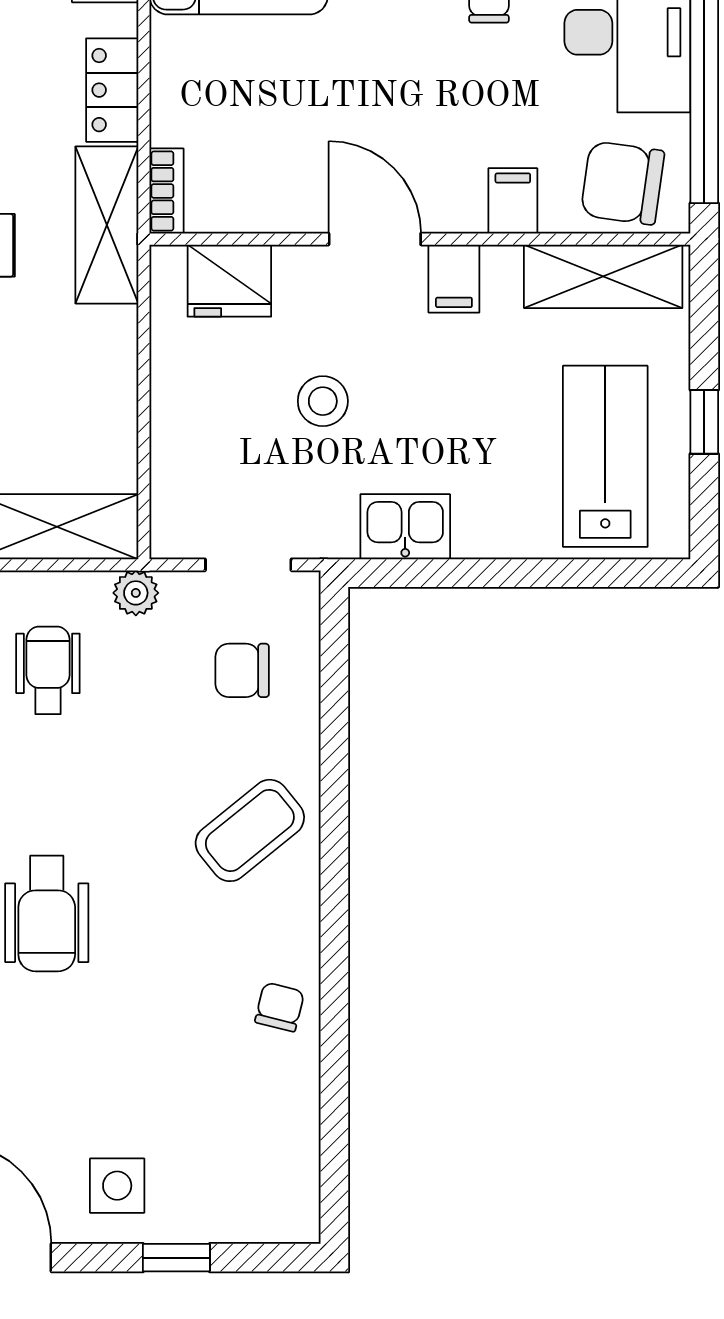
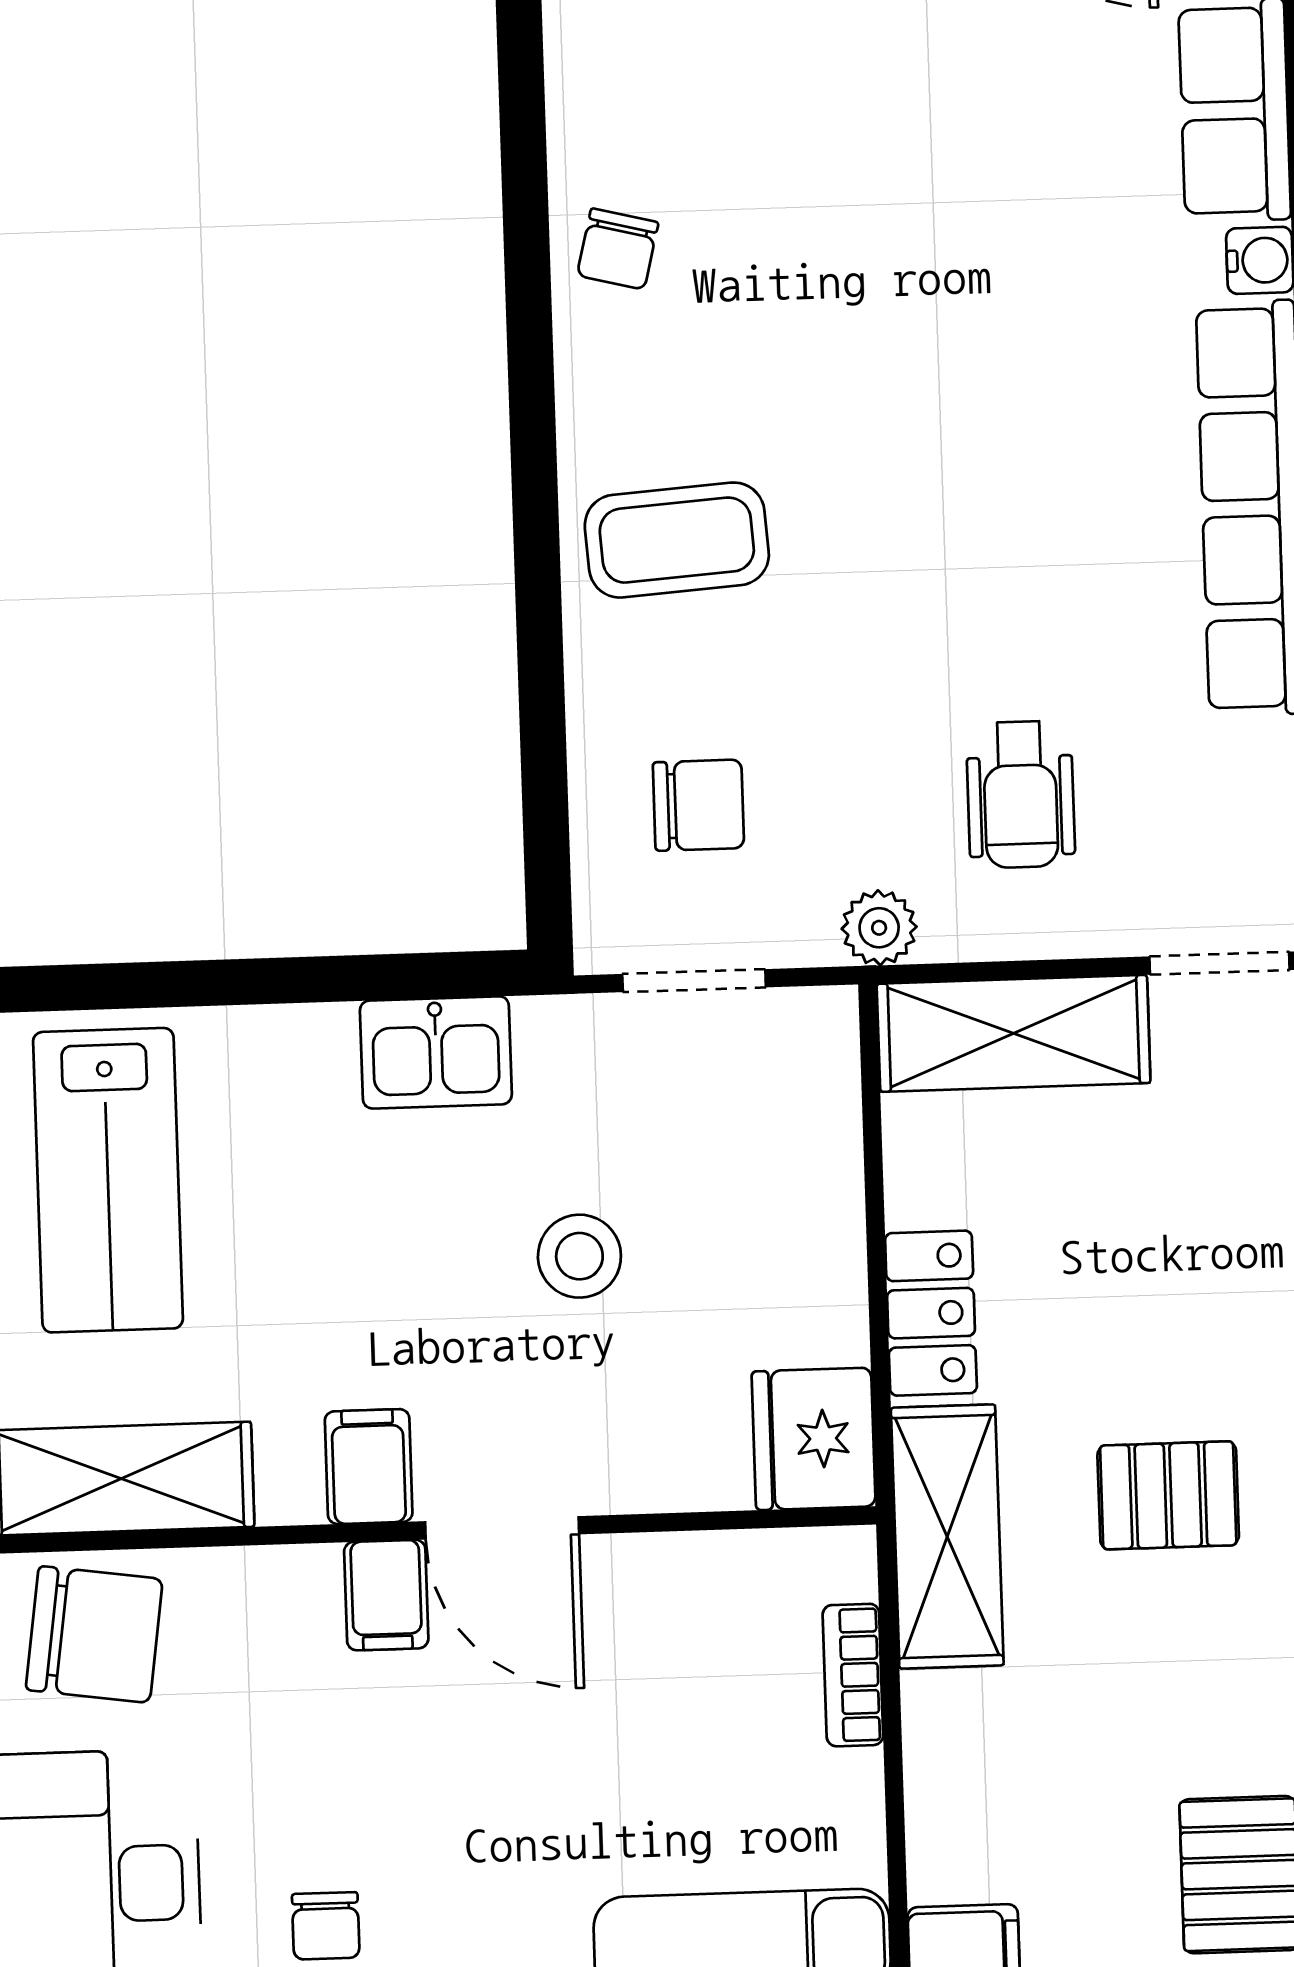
locker: (112, 90) -> (931, 1313), moved
bookcase: (166, 191) -> (853, 1675), moved
filing cabinet: (513, 201) -> (386, 1595), moved
fridge: (229, 281) -> (814, 1439), moved, turned -90
coffee table: (250, 830) -> (677, 540), turned 35
wheelchair: (47, 913) -> (1009, 391), removed

